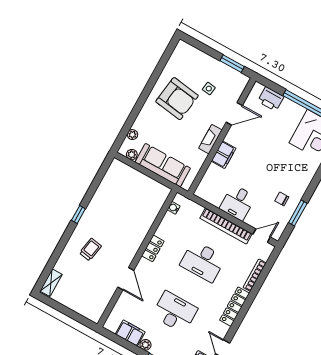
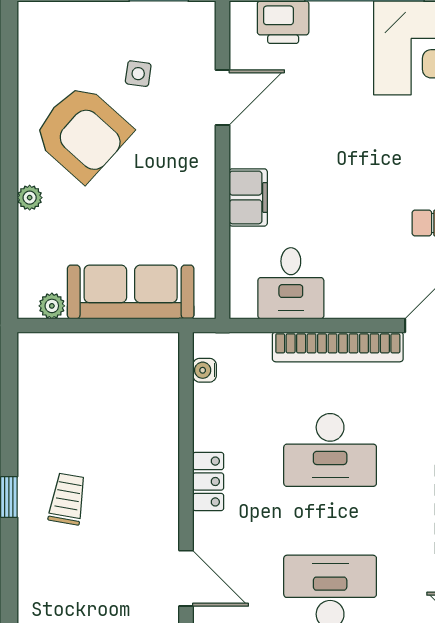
armchair: (177, 99) -> (82, 133), turned 34
plant: (132, 135) -> (30, 198), moved
fireplace: (210, 139) -> (201, 180), removed
desk: (238, 203) -> (291, 283), moved
trolley: (90, 249) -> (67, 499), moved

